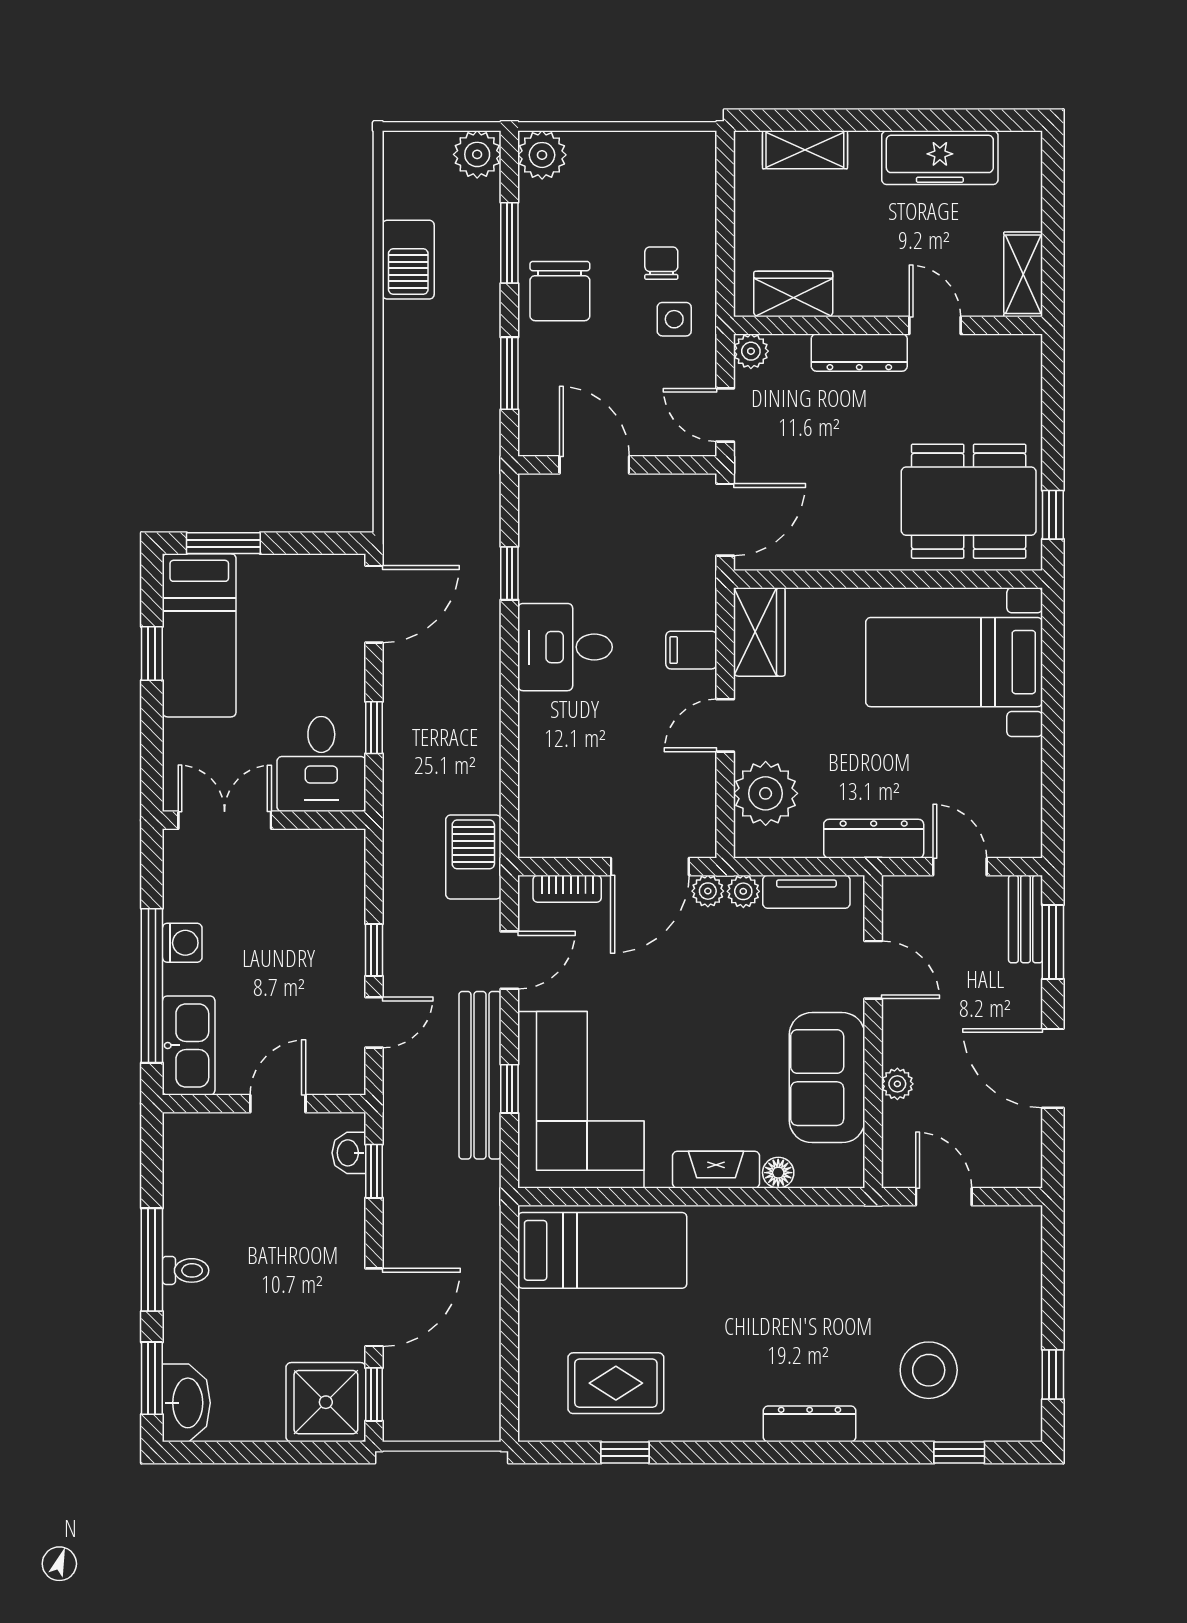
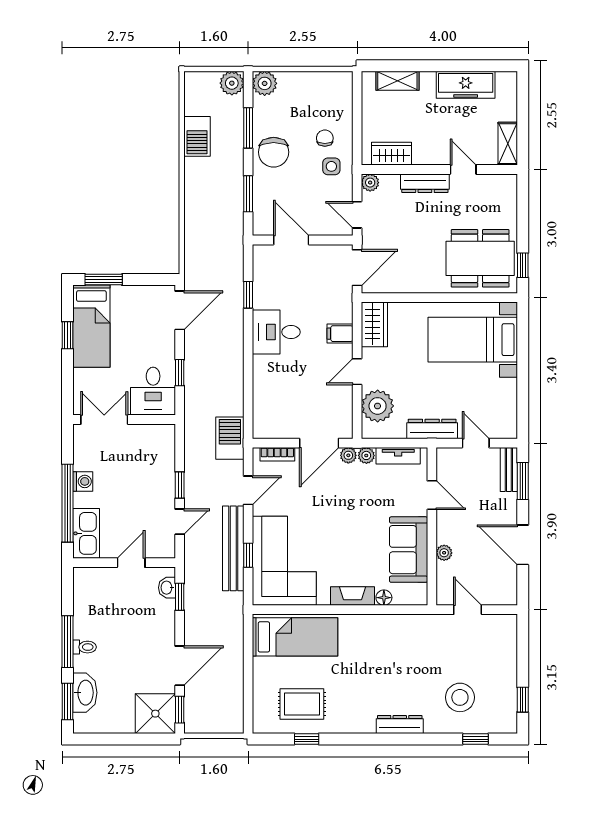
washbasin: (186, 1403) -> (85, 693), moved

